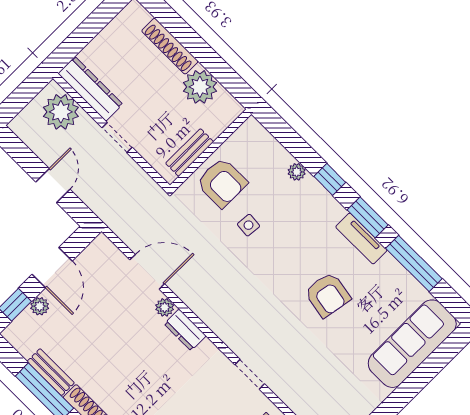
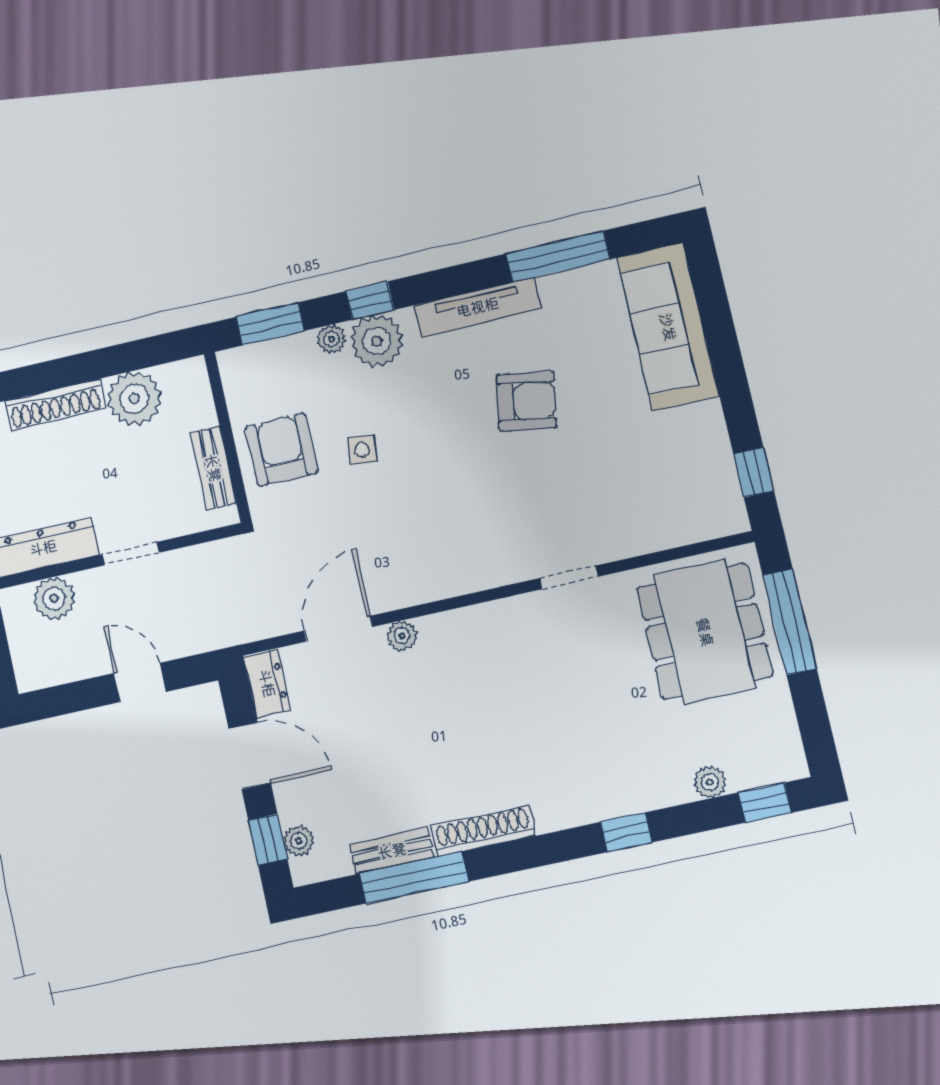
plant: (61, 112) -> (54, 598), width x0.73, depth x0.73
armchair: (222, 183) -> (282, 450), turned -90
plant: (311, 197) -> (377, 341), added
window: (368, 217) -> (270, 324), moved
tv unit: (361, 239) -> (478, 307), width x1.41
plant: (40, 306) -> (299, 841), moved
dresser: (185, 330) -> (267, 683), moved, turned -90

